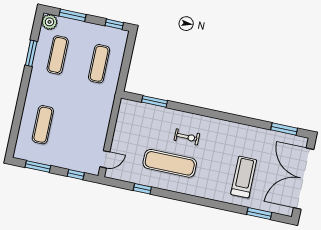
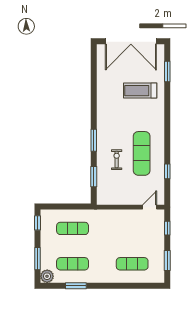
window: (284, 129) -> (94, 140), moved
exercise bike: (187, 137) -> (117, 160), moved
door: (105, 159) -> (150, 207), hinge flipped

